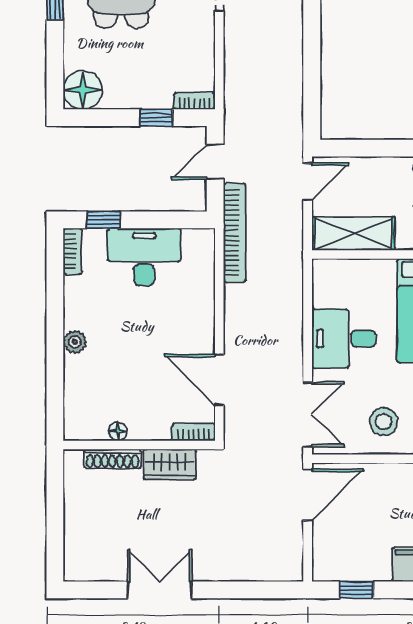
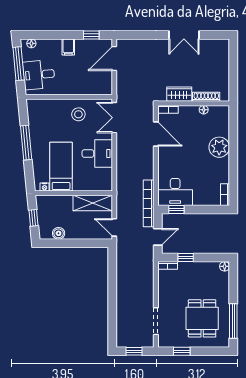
floor lamp: (83, 90) -> (225, 266), width x0.53, depth x0.53
door: (308, 182) -> (114, 227), hinge flipped
window: (103, 220) -> (176, 209), moved
desk: (144, 257) -> (175, 192), moved
plant: (75, 342) -> (219, 147), width x1.87, depth x1.87
door: (308, 495) -> (114, 59), moved

